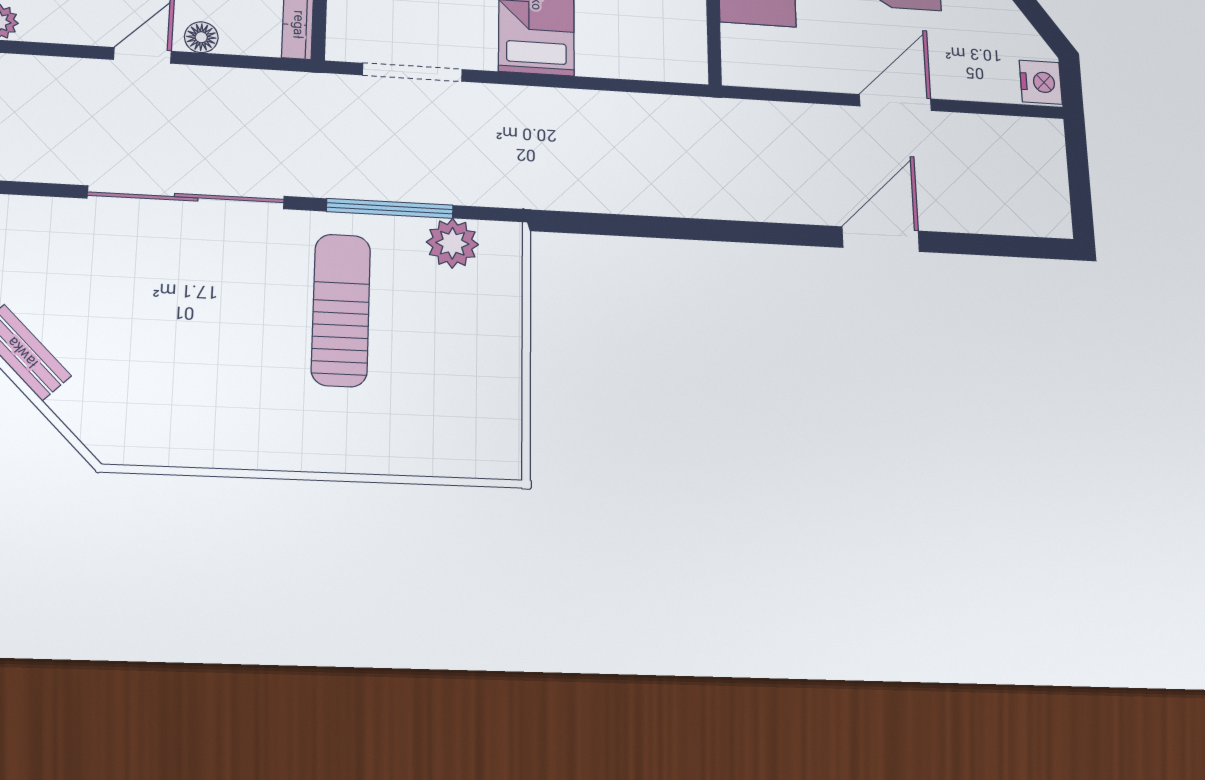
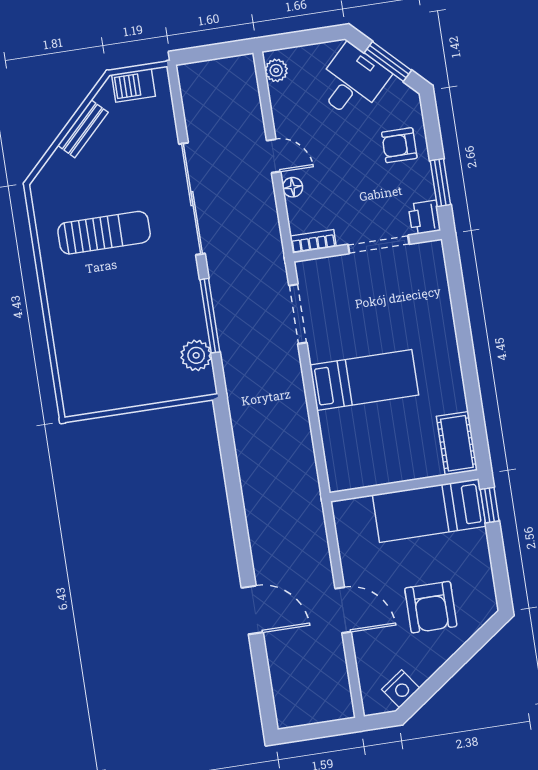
nightstand: (1041, 82) -> (401, 689), moved, turned -36
sun lounger: (341, 310) -> (104, 233), moved

